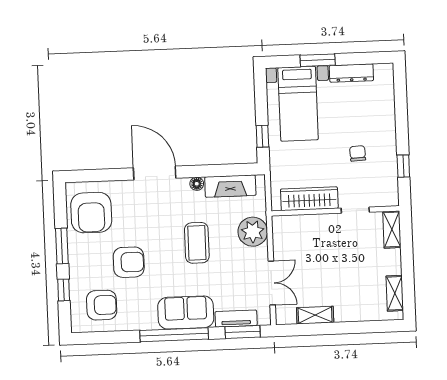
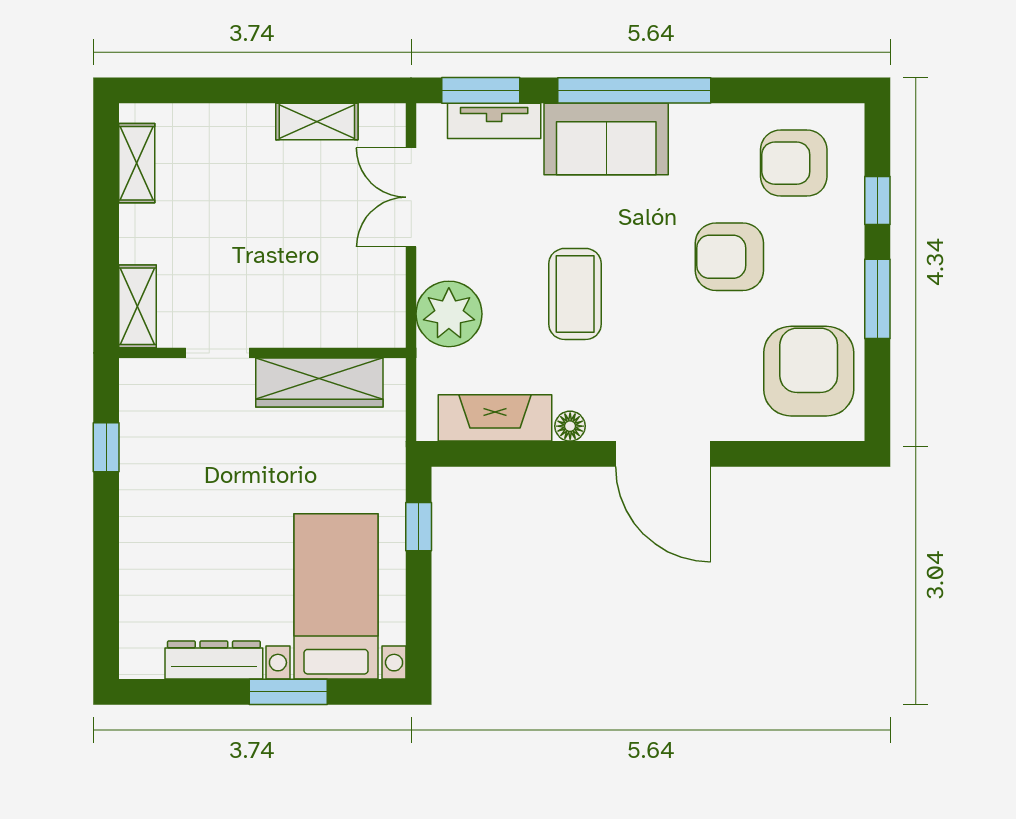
chair: (358, 153) -> (207, 480), removed

